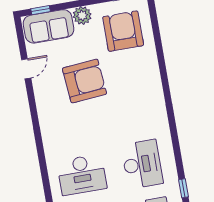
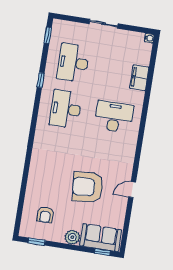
armchair: (123, 31) -> (45, 215), width x0.53, depth x0.53
door: (26, 69) -> (132, 190), moved

